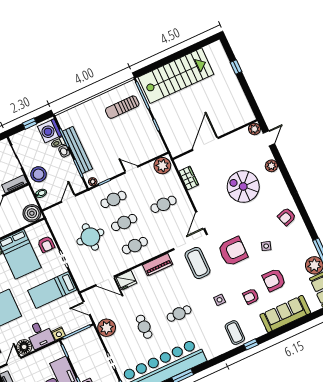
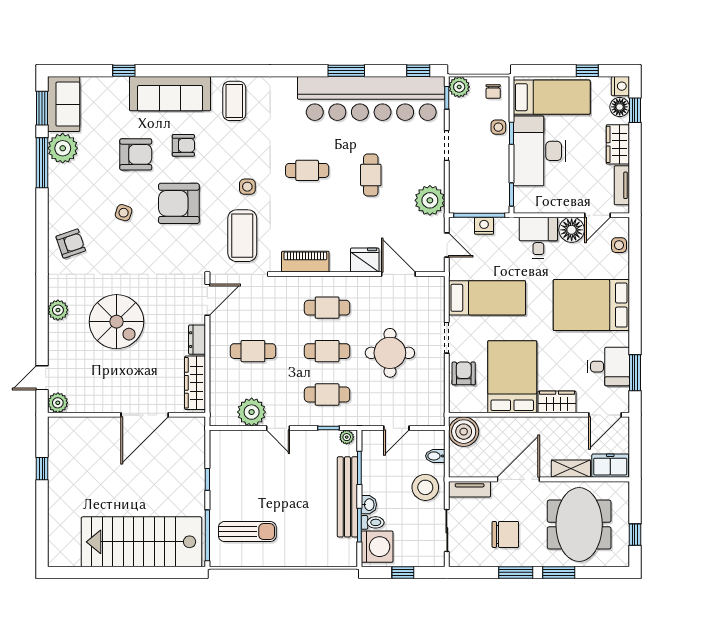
window: (236, 67) -> (42, 469), moved
plant: (162, 166) -> (252, 412), moved
plant: (271, 166) -> (58, 310), moved
wardrobe: (189, 178) -> (195, 383), width x1.50
dresser: (196, 197) -> (197, 340), added
armchair: (233, 251) -> (179, 203), moved
side table: (220, 300) -> (247, 187), moved
sofa: (285, 314) -> (170, 94), moved
nightstand: (59, 334) -> (484, 226), moved
window: (251, 344) -> (124, 71), moved

